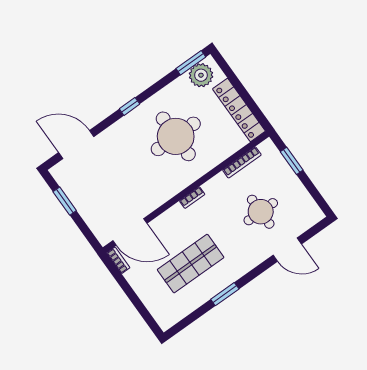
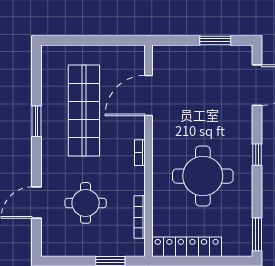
plant: (201, 75) -> (240, 235), removed
door: (130, 232) -> (149, 95), moved
bookcase: (118, 260) -> (131, 50), removed
shop shelf: (191, 264) -> (84, 111), width x1.40

